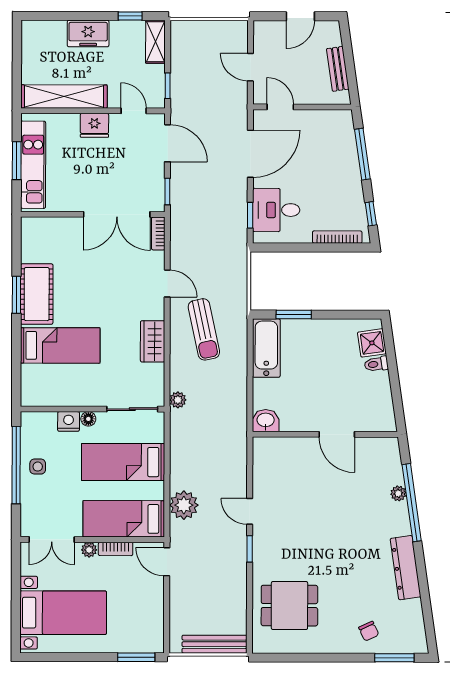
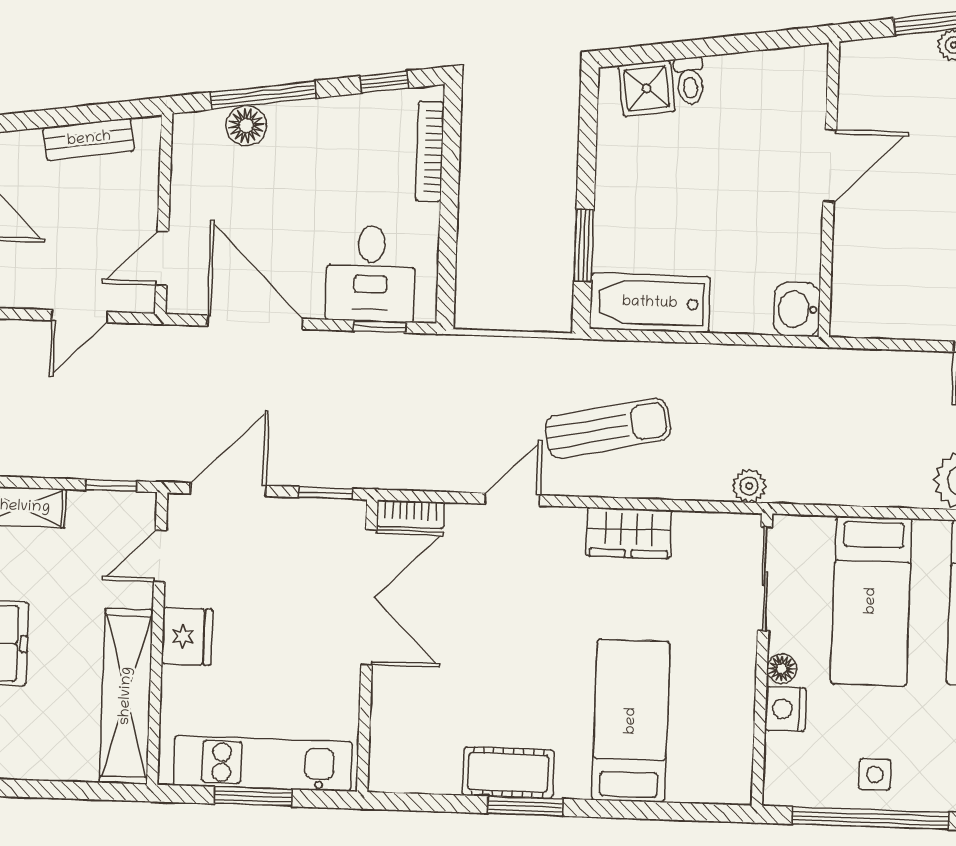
floor lamp: (347, 146) -> (246, 126), added
cot: (37, 294) -> (508, 773), width x0.73, depth x0.75

